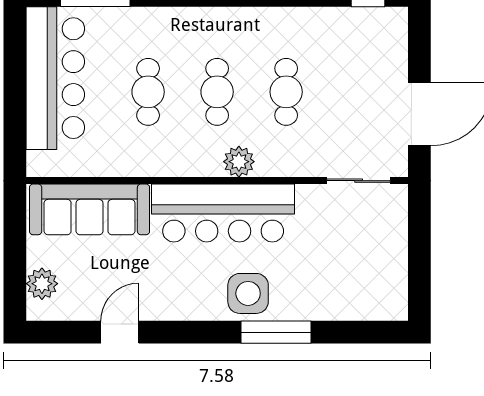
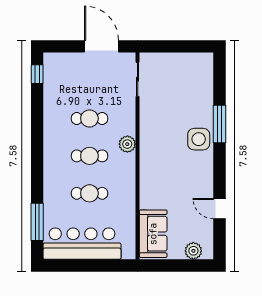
sofa: (90, 209) -> (153, 234), width x0.73
bar counter: (223, 213) -> (155, 153), removed

